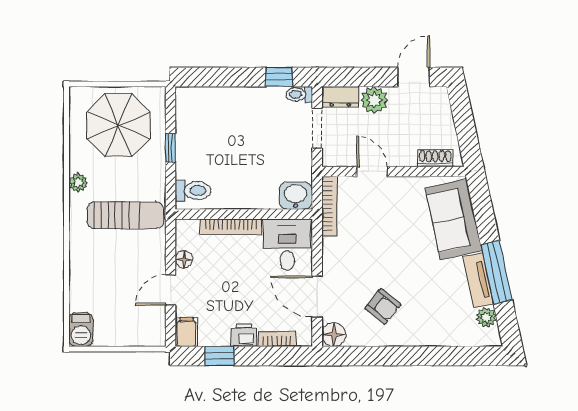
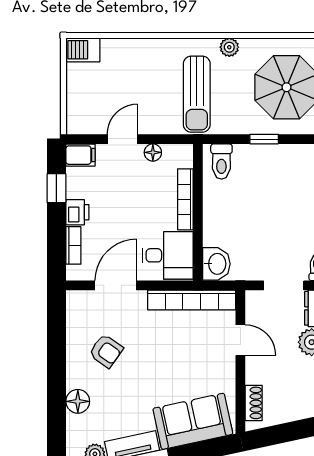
door: (372, 172) -> (240, 340), hinge flipped
bookcase: (329, 206) -> (192, 300), width x1.48, depth x1.31
door: (171, 290) -> (122, 139), hinge flipped
armchair: (383, 306) -> (106, 351), turned -94
floor lamp: (334, 335) -> (78, 401), moved

